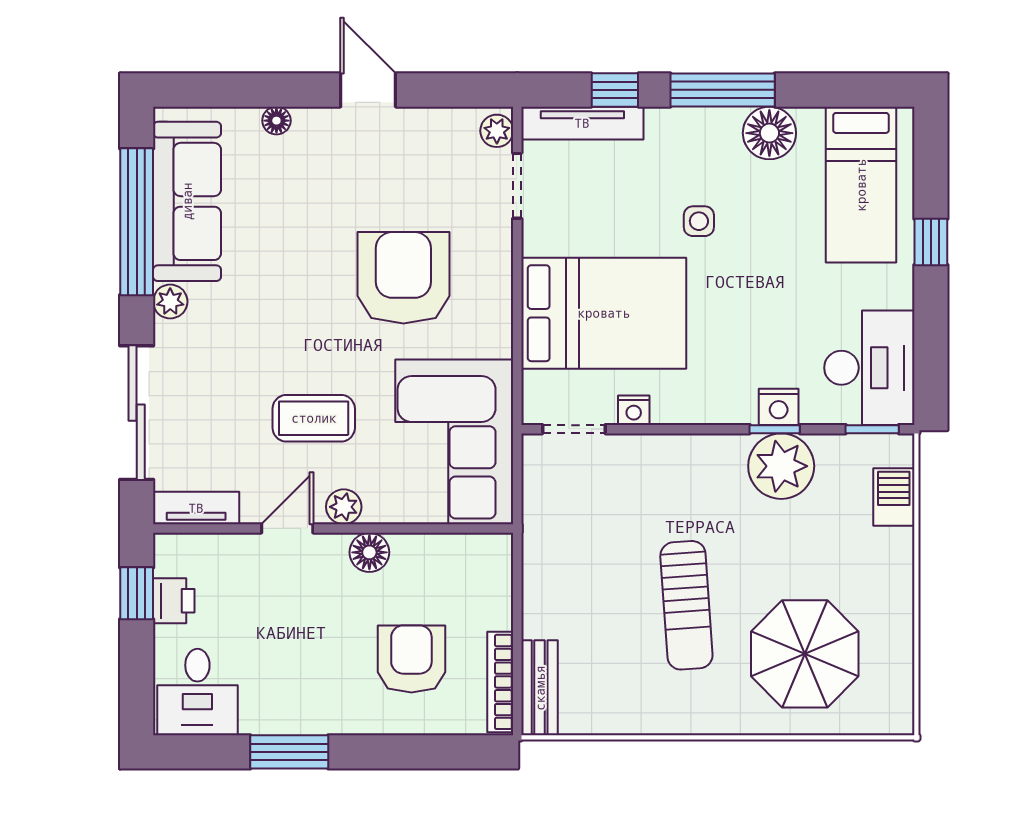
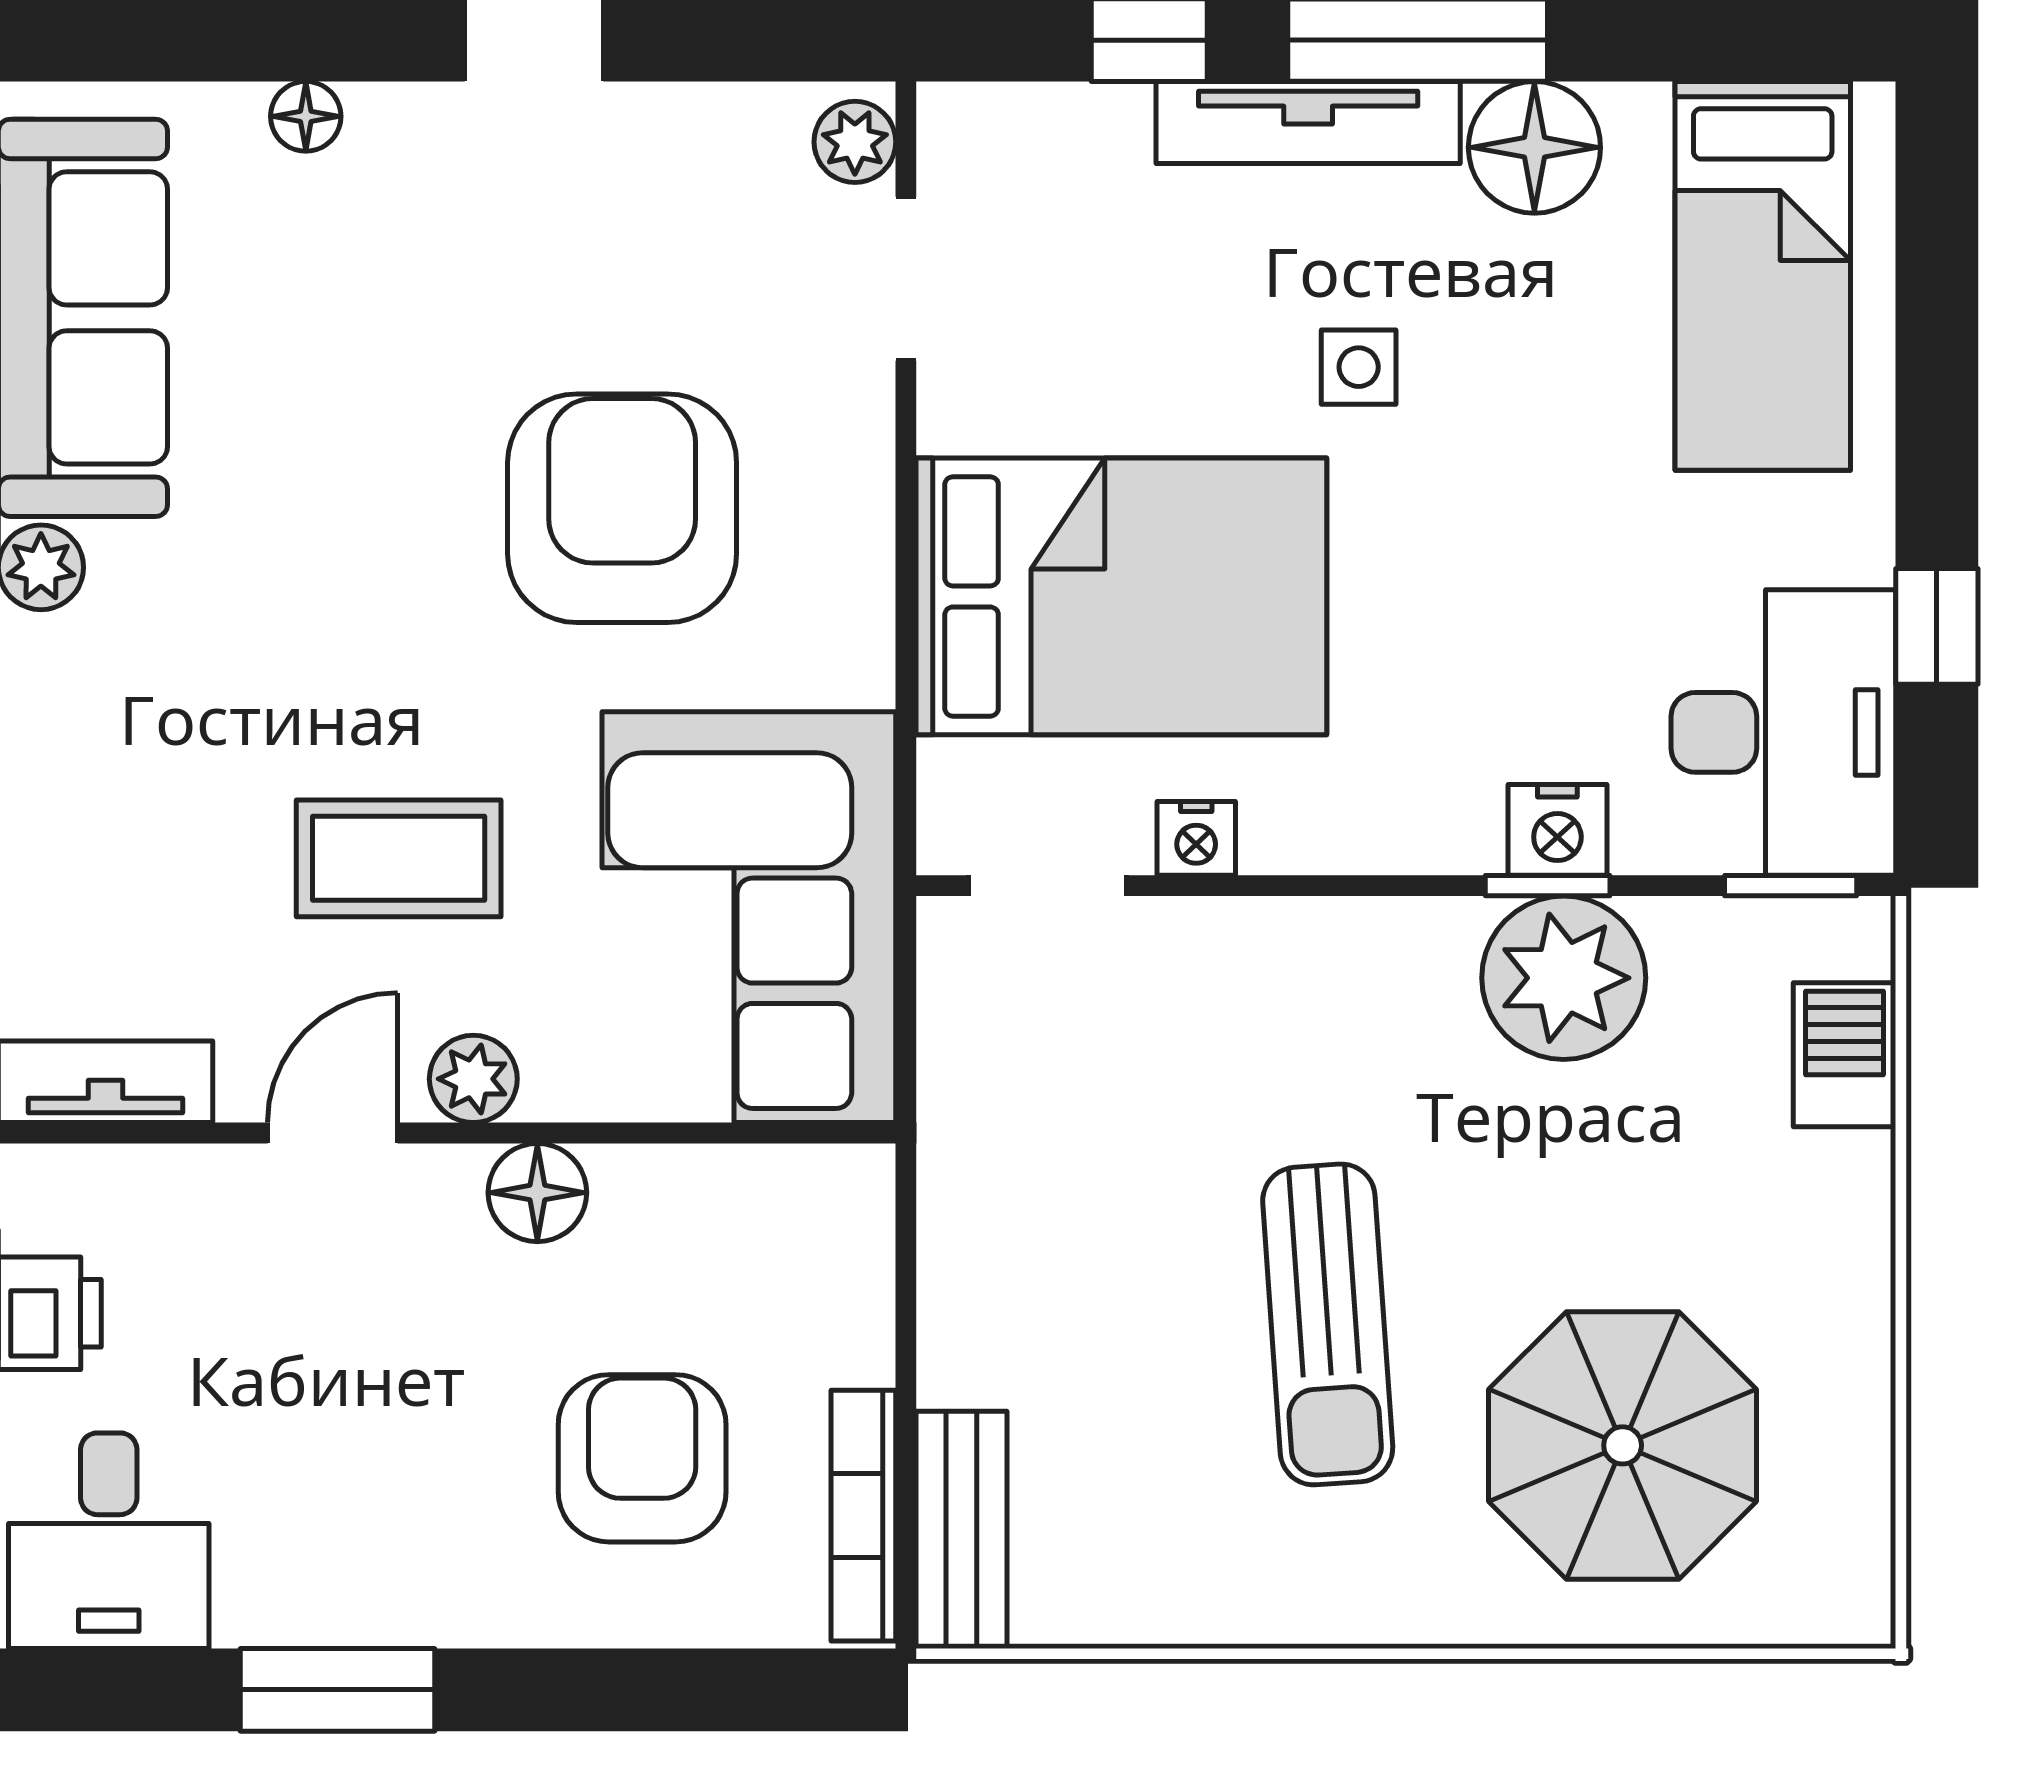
tv unit: (582, 123) -> (1308, 123), moved
window: (931, 242) -> (1937, 626), moved

